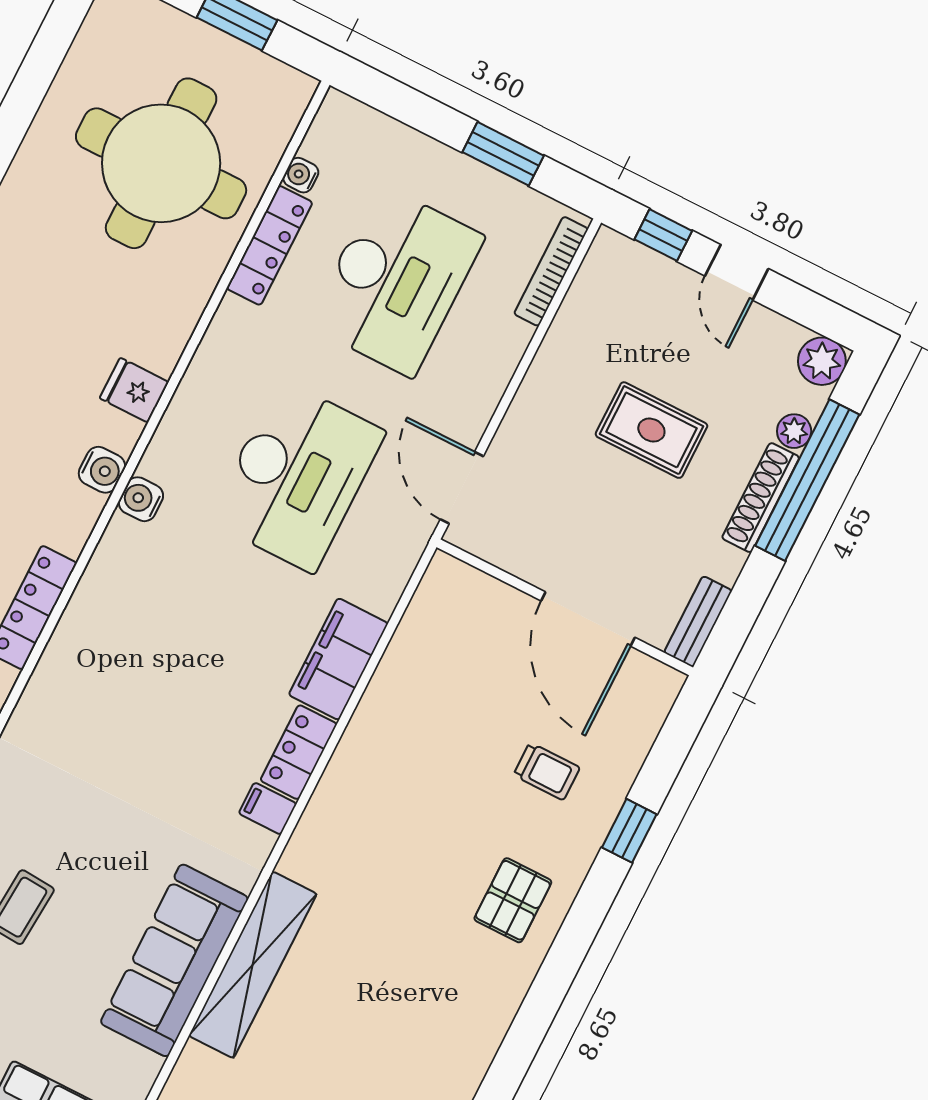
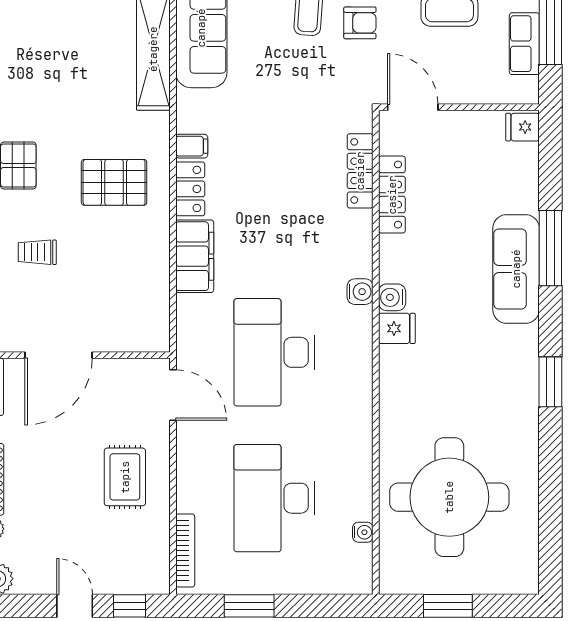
locker: (270, 245) -> (360, 171), moved
fridge: (134, 390) -> (397, 328), moved
rug: (651, 430) -> (125, 477), moved, turned 90
door: (588, 619) -> (58, 355), swing flipped
pallet: (396, 813) -> (114, 182), added

